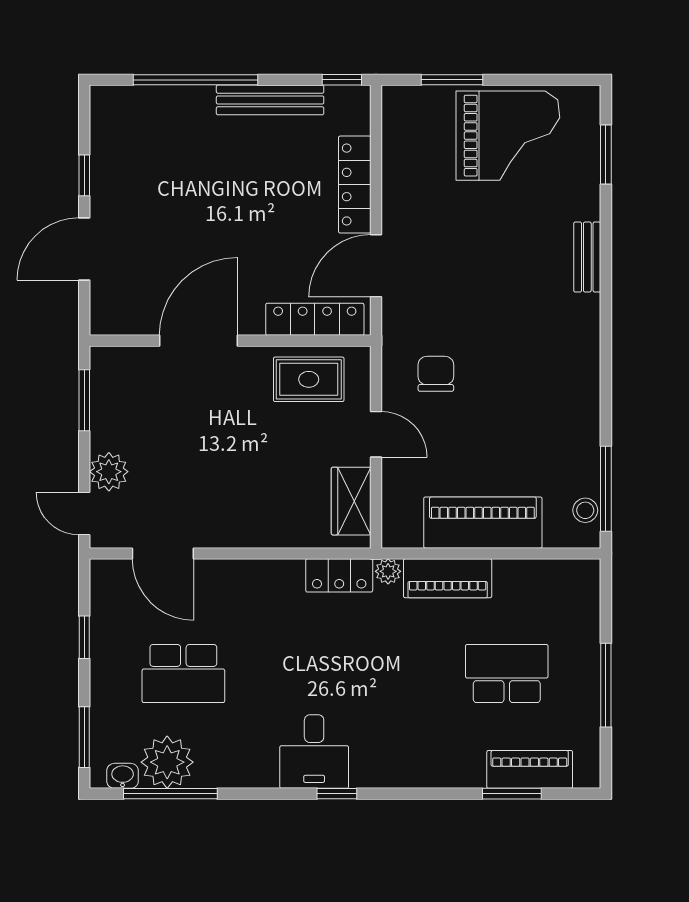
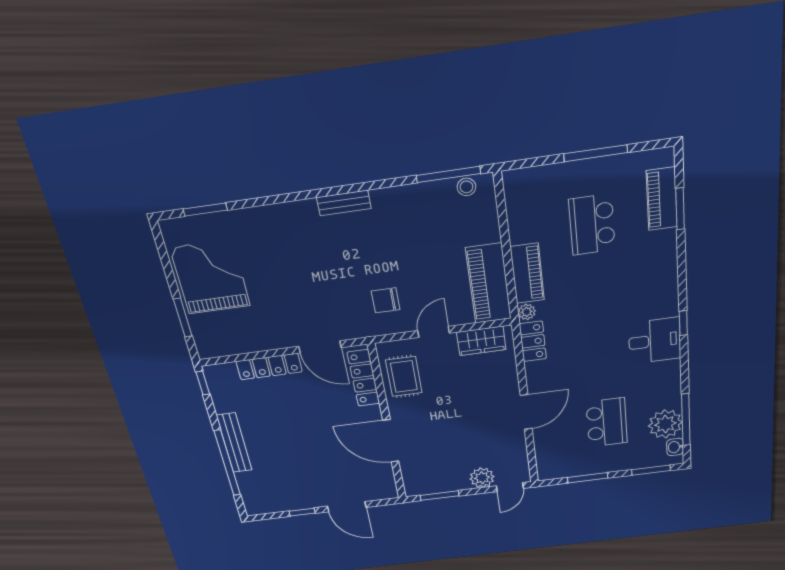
bench: (270, 100) -> (234, 443), moved
bench: (587, 257) -> (344, 203), moved
piano: (483, 523) -> (489, 284), moved
door: (163, 553) -> (526, 412), moved
window: (84, 637) -> (588, 478), width x1.50

